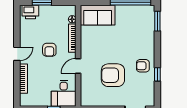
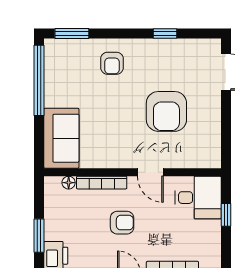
armchair: (143, 66) -> (112, 63), moved

